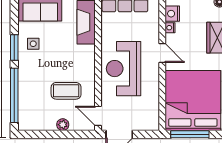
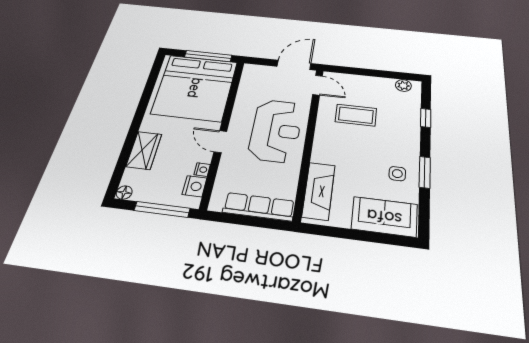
window: (14, 95) -> (426, 118), width x0.32
plant: (63, 125) -> (403, 86), moved

